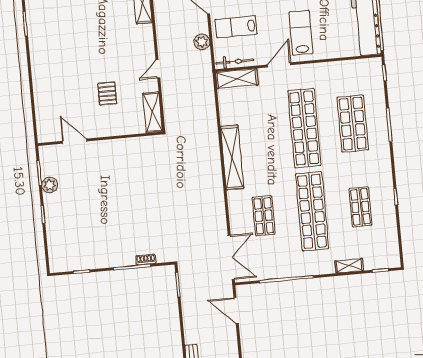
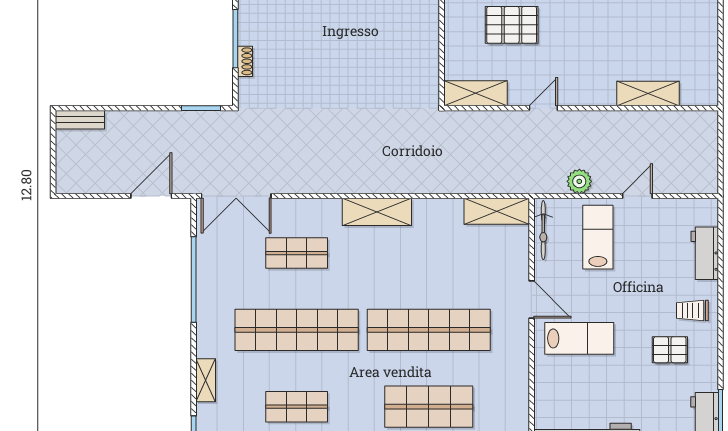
door: (158, 69) -> (543, 108), hinge flipped
shelving: (237, 79) -> (497, 211), moved, turned 90
pallet: (107, 94) -> (512, 25), width x1.50, depth x1.42
shelving: (232, 157) -> (377, 212), width x0.68

